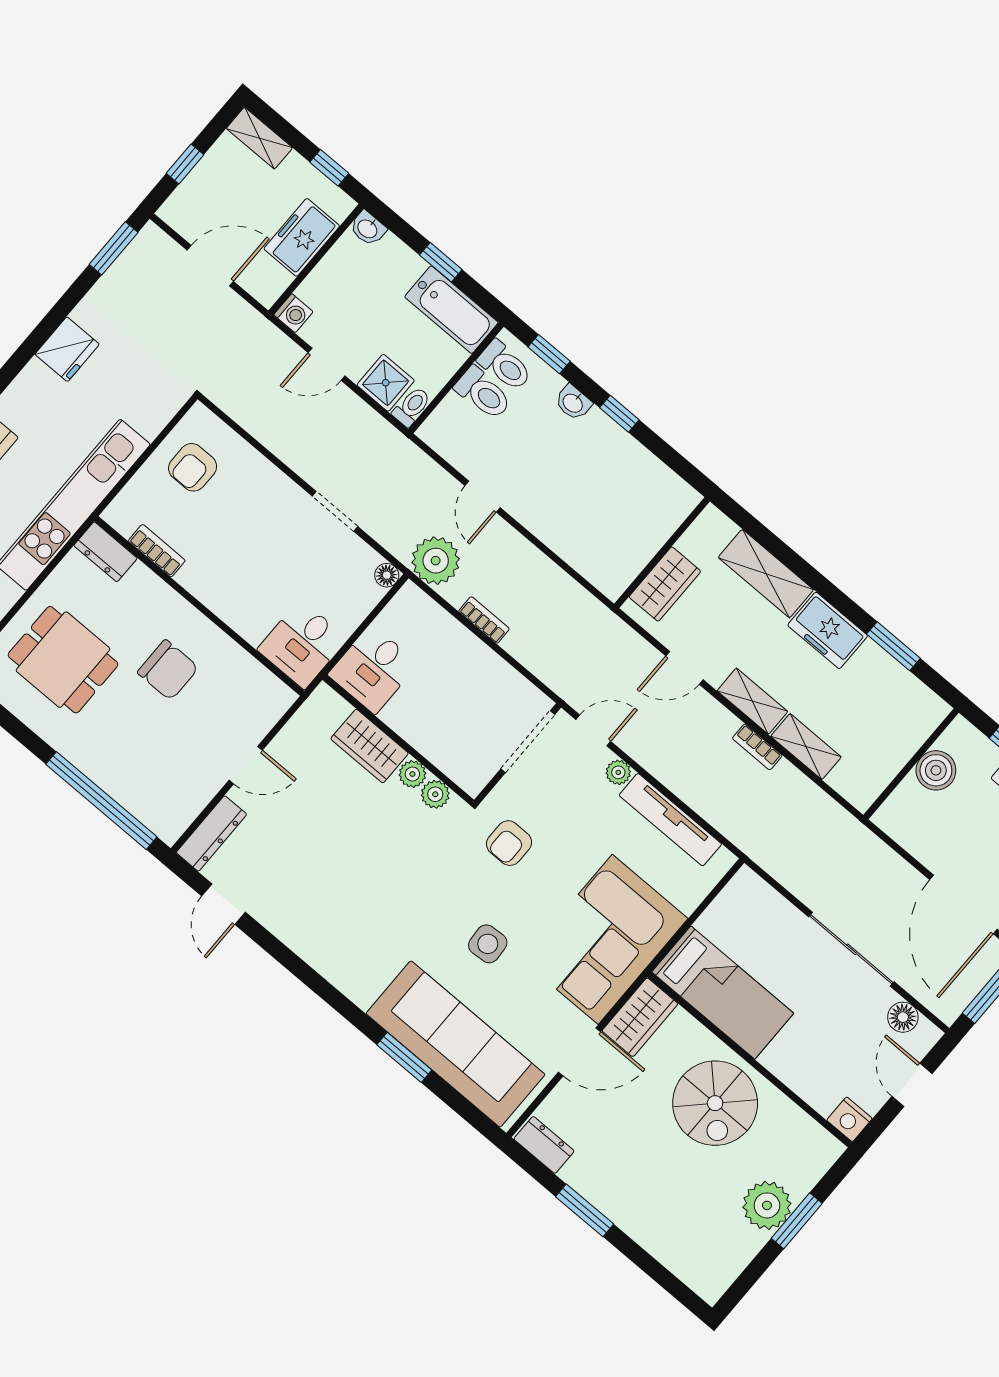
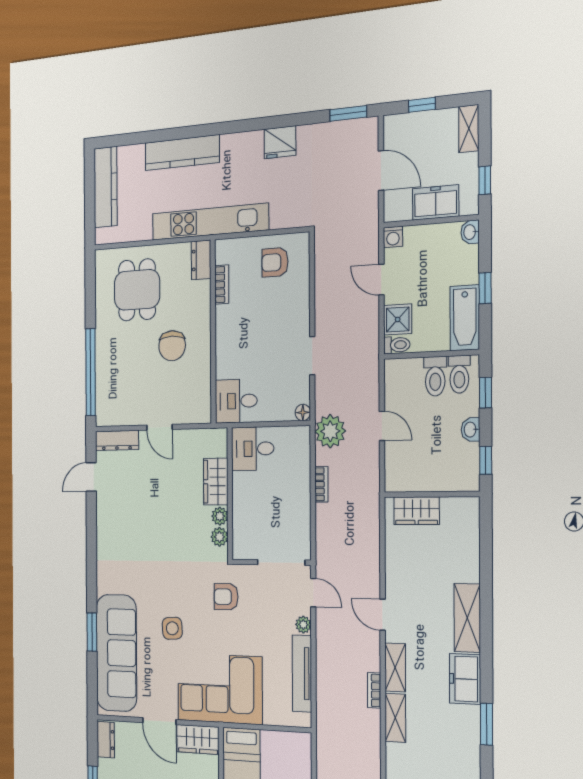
door: (483, 497) -> (382, 426), swing flipped
wall: (662, 553) -> (432, 494), moved
wardrobe: (665, 584) -> (417, 511), moved

